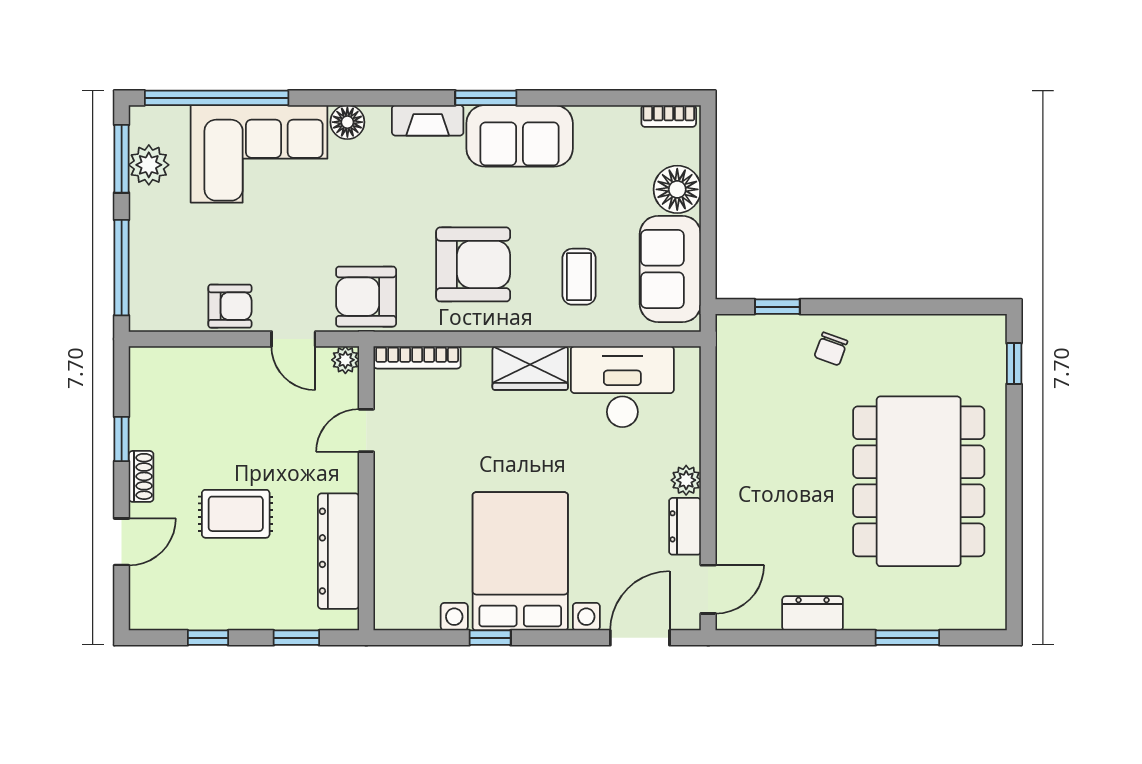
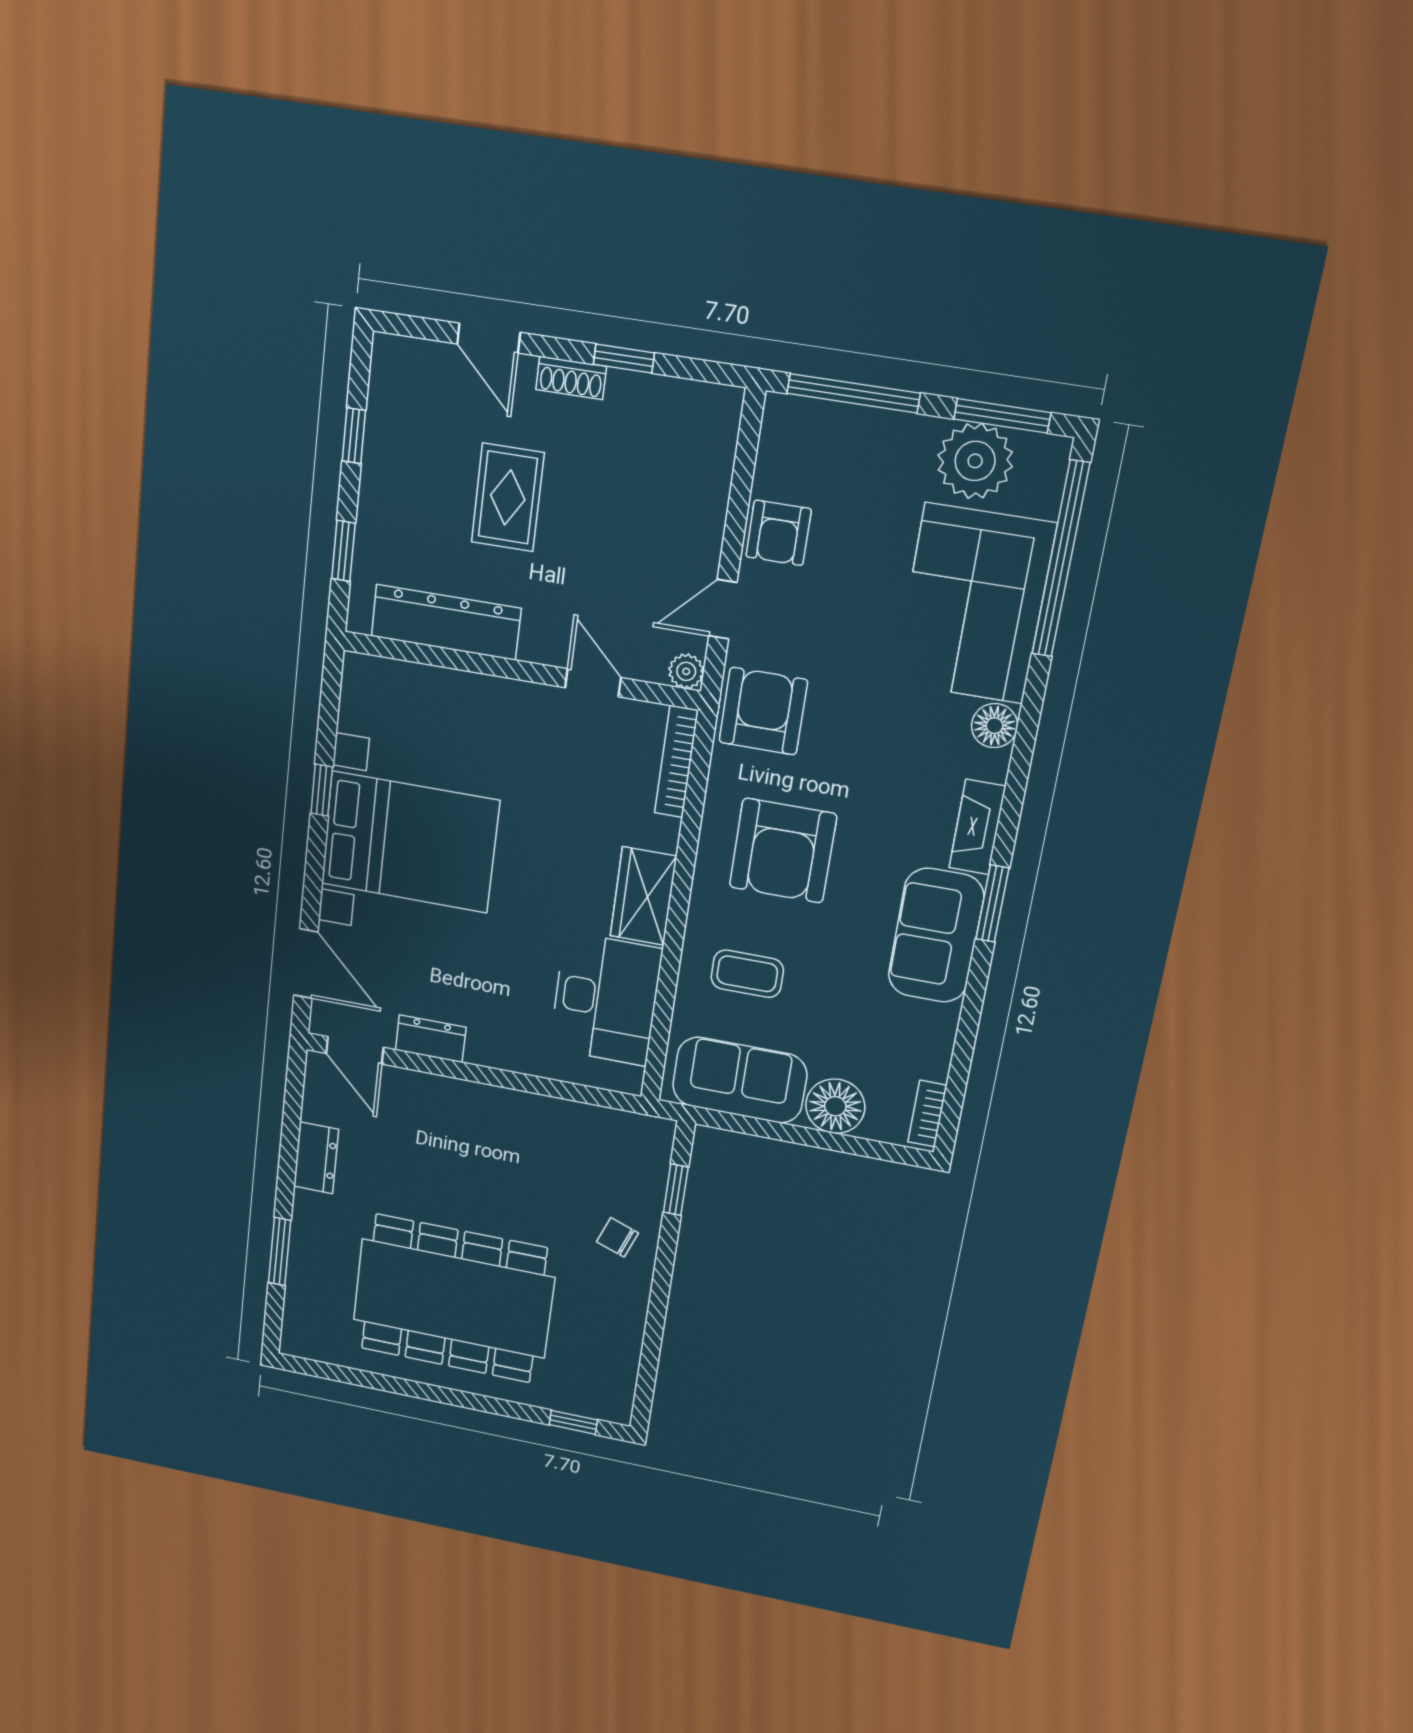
plant: (149, 165) -> (975, 461), width x1.36, depth x1.36
plant: (686, 480) -> (485, 1050), removed

